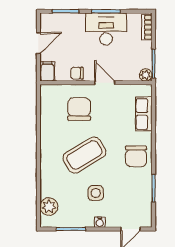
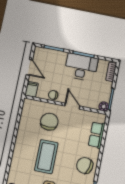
door: (38, 43) -> (29, 67), hinge flipped
coffee table: (84, 155) -> (46, 157), turned -59
chair: (136, 156) -> (85, 165), turned 104

